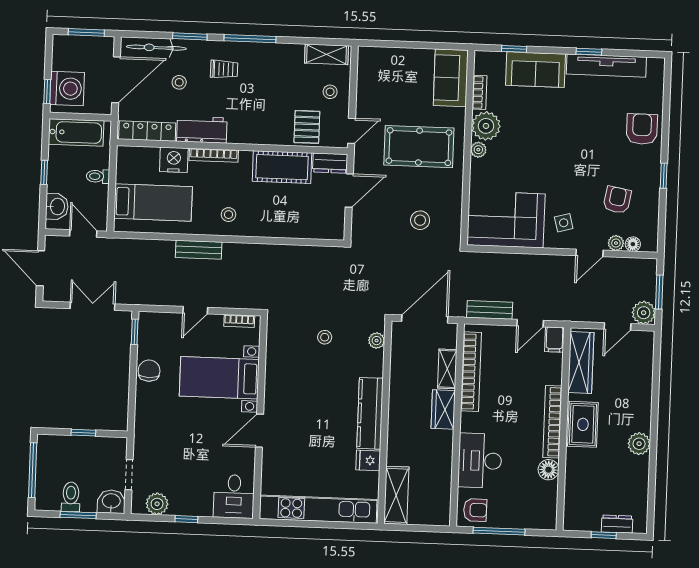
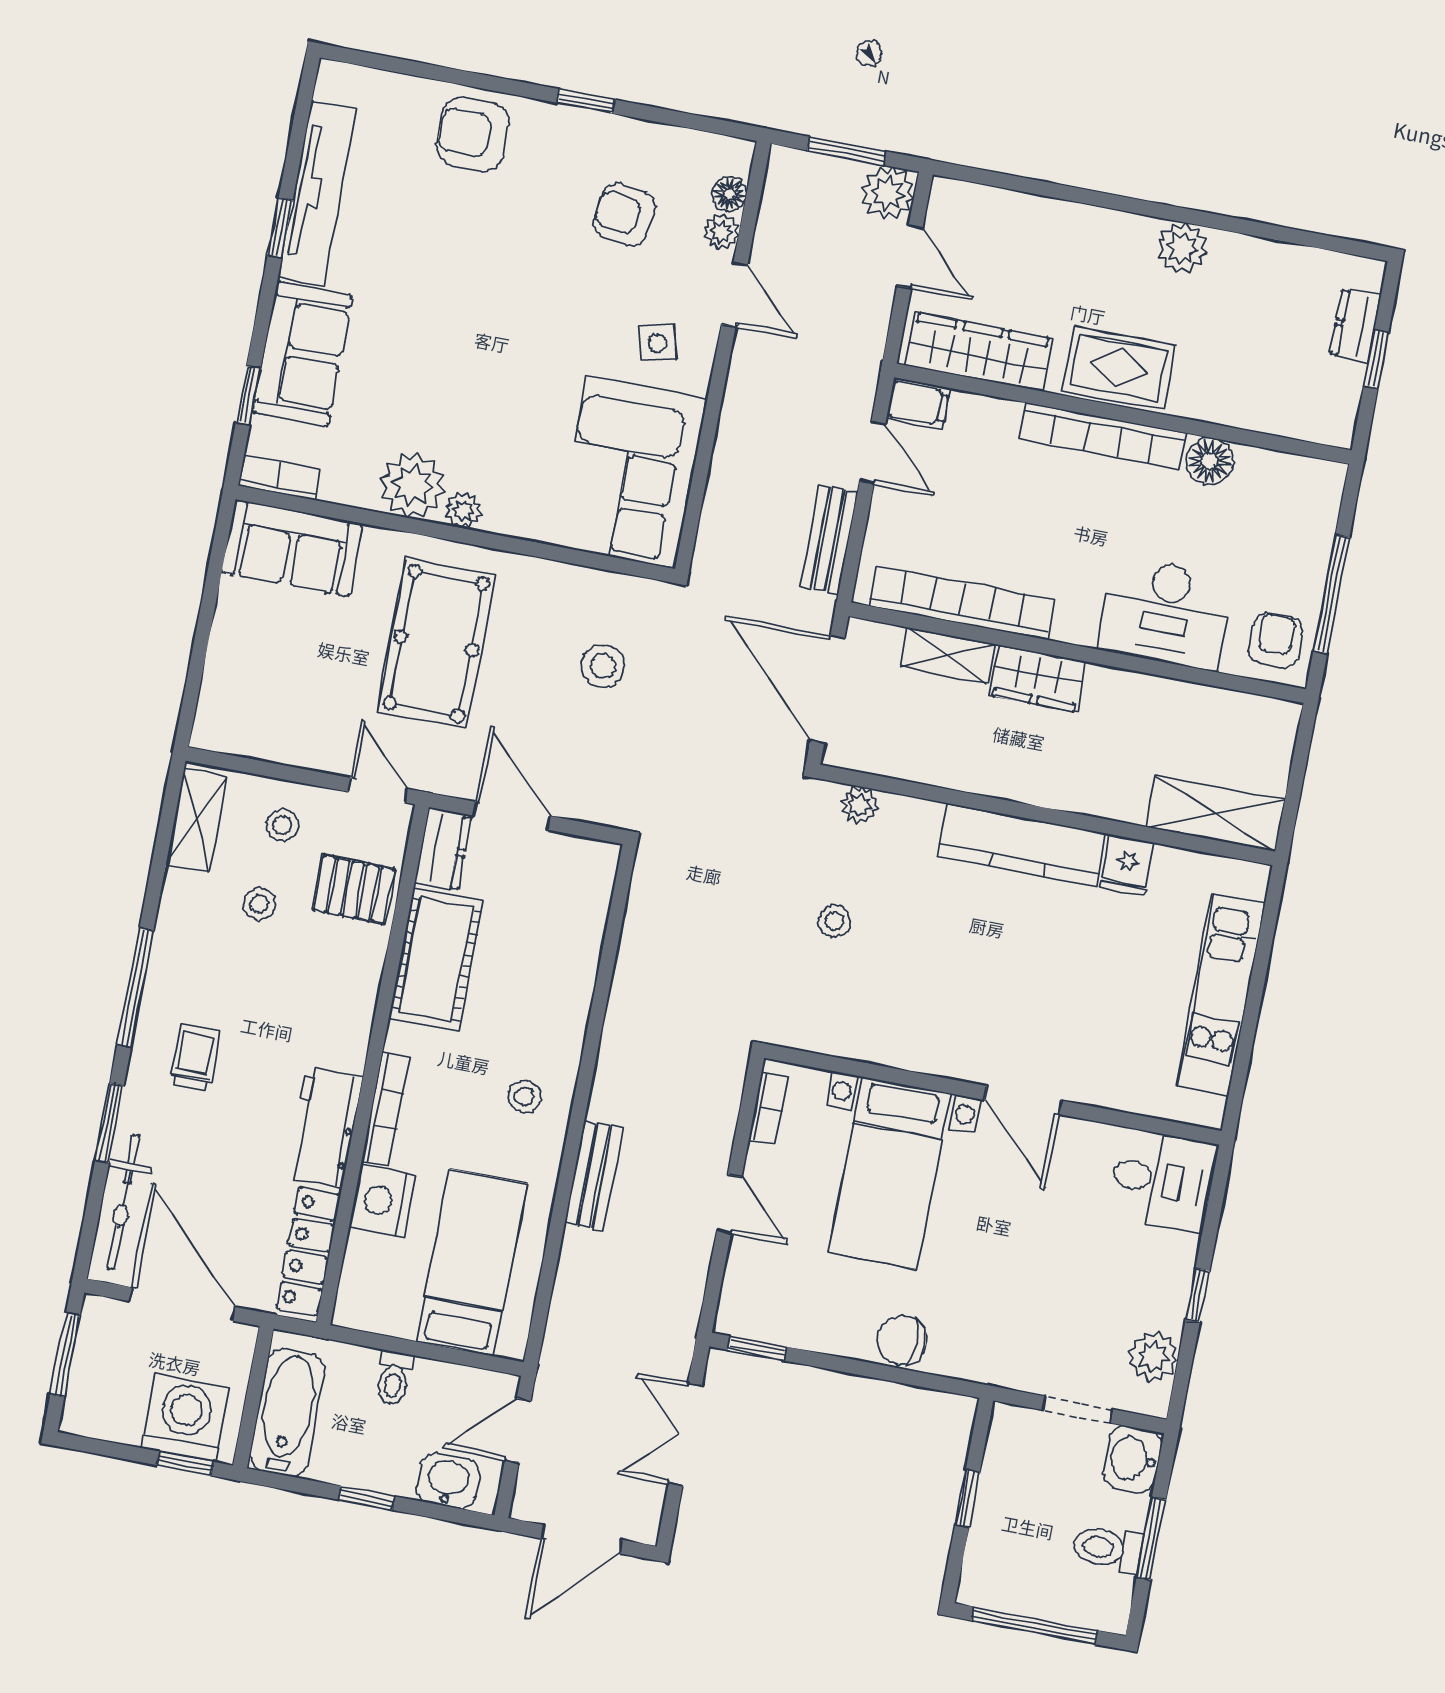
stool: (179, 82) -> (259, 904), moved
bookcase: (479, 92) -> (279, 478), moved
chair: (149, 371) -> (902, 1340), moved
kitchen unit: (318, 509) -> (1220, 995), width x0.73

